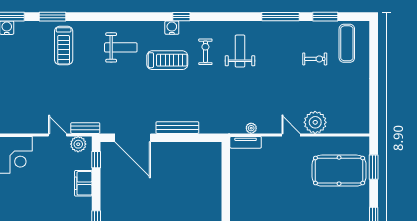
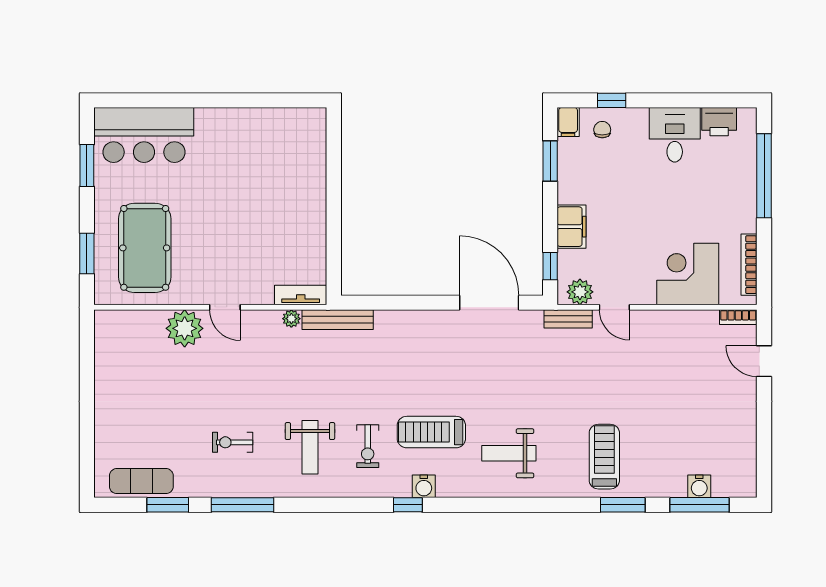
exercise mat: (347, 43) -> (141, 481), moved, turned 90
exercise bike: (315, 59) -> (233, 442), moved
bench: (177, 128) -> (338, 320), moved
pool table: (339, 171) -> (145, 248), turned 90

